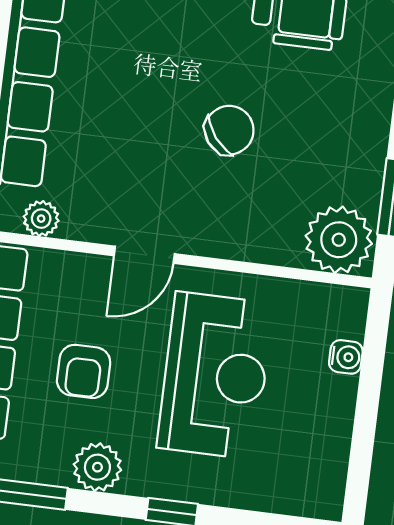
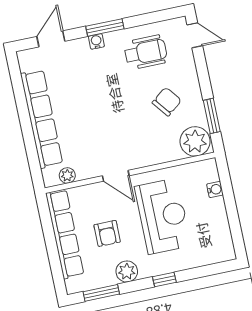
chair: (229, 130) -> (167, 102), moved
door: (144, 255) -> (116, 176), hinge flipped

